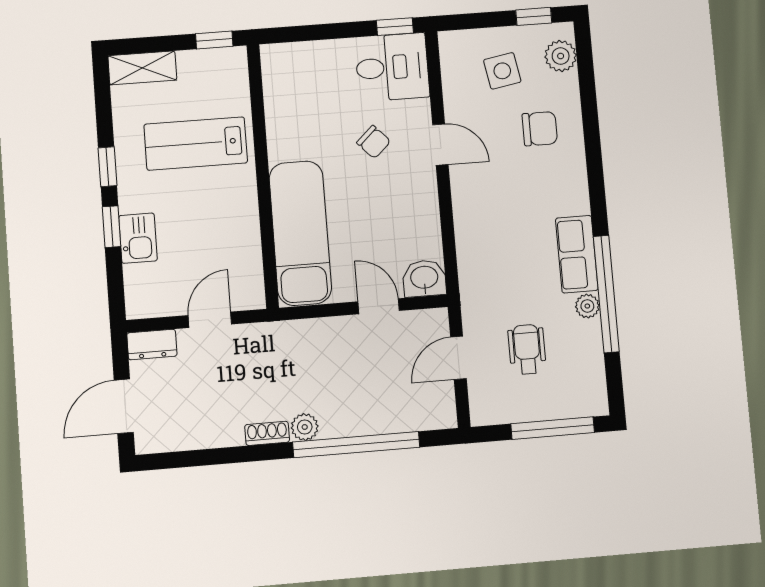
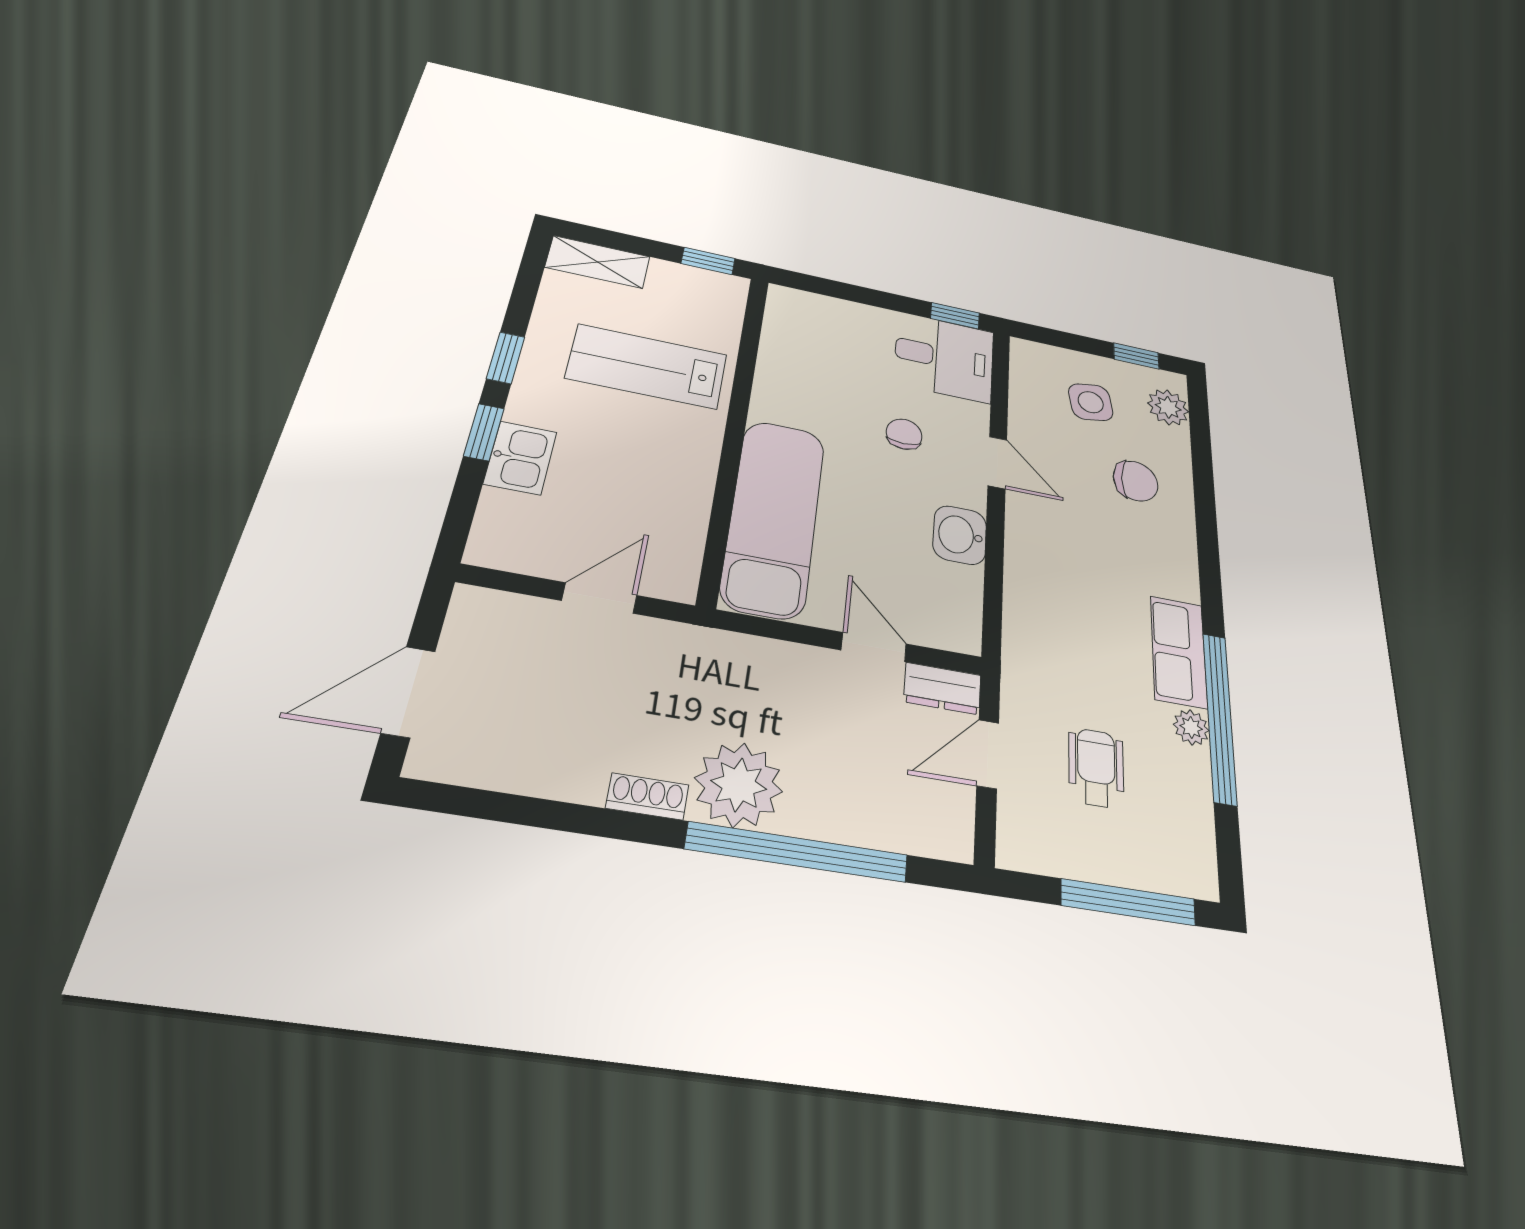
chair: (374, 142) -> (904, 434), turned -137
washbasin: (424, 278) -> (960, 535), moved, turned -90
dresser: (152, 345) -> (942, 688), moved
plant: (305, 427) -> (739, 785), width x1.88, depth x1.88

